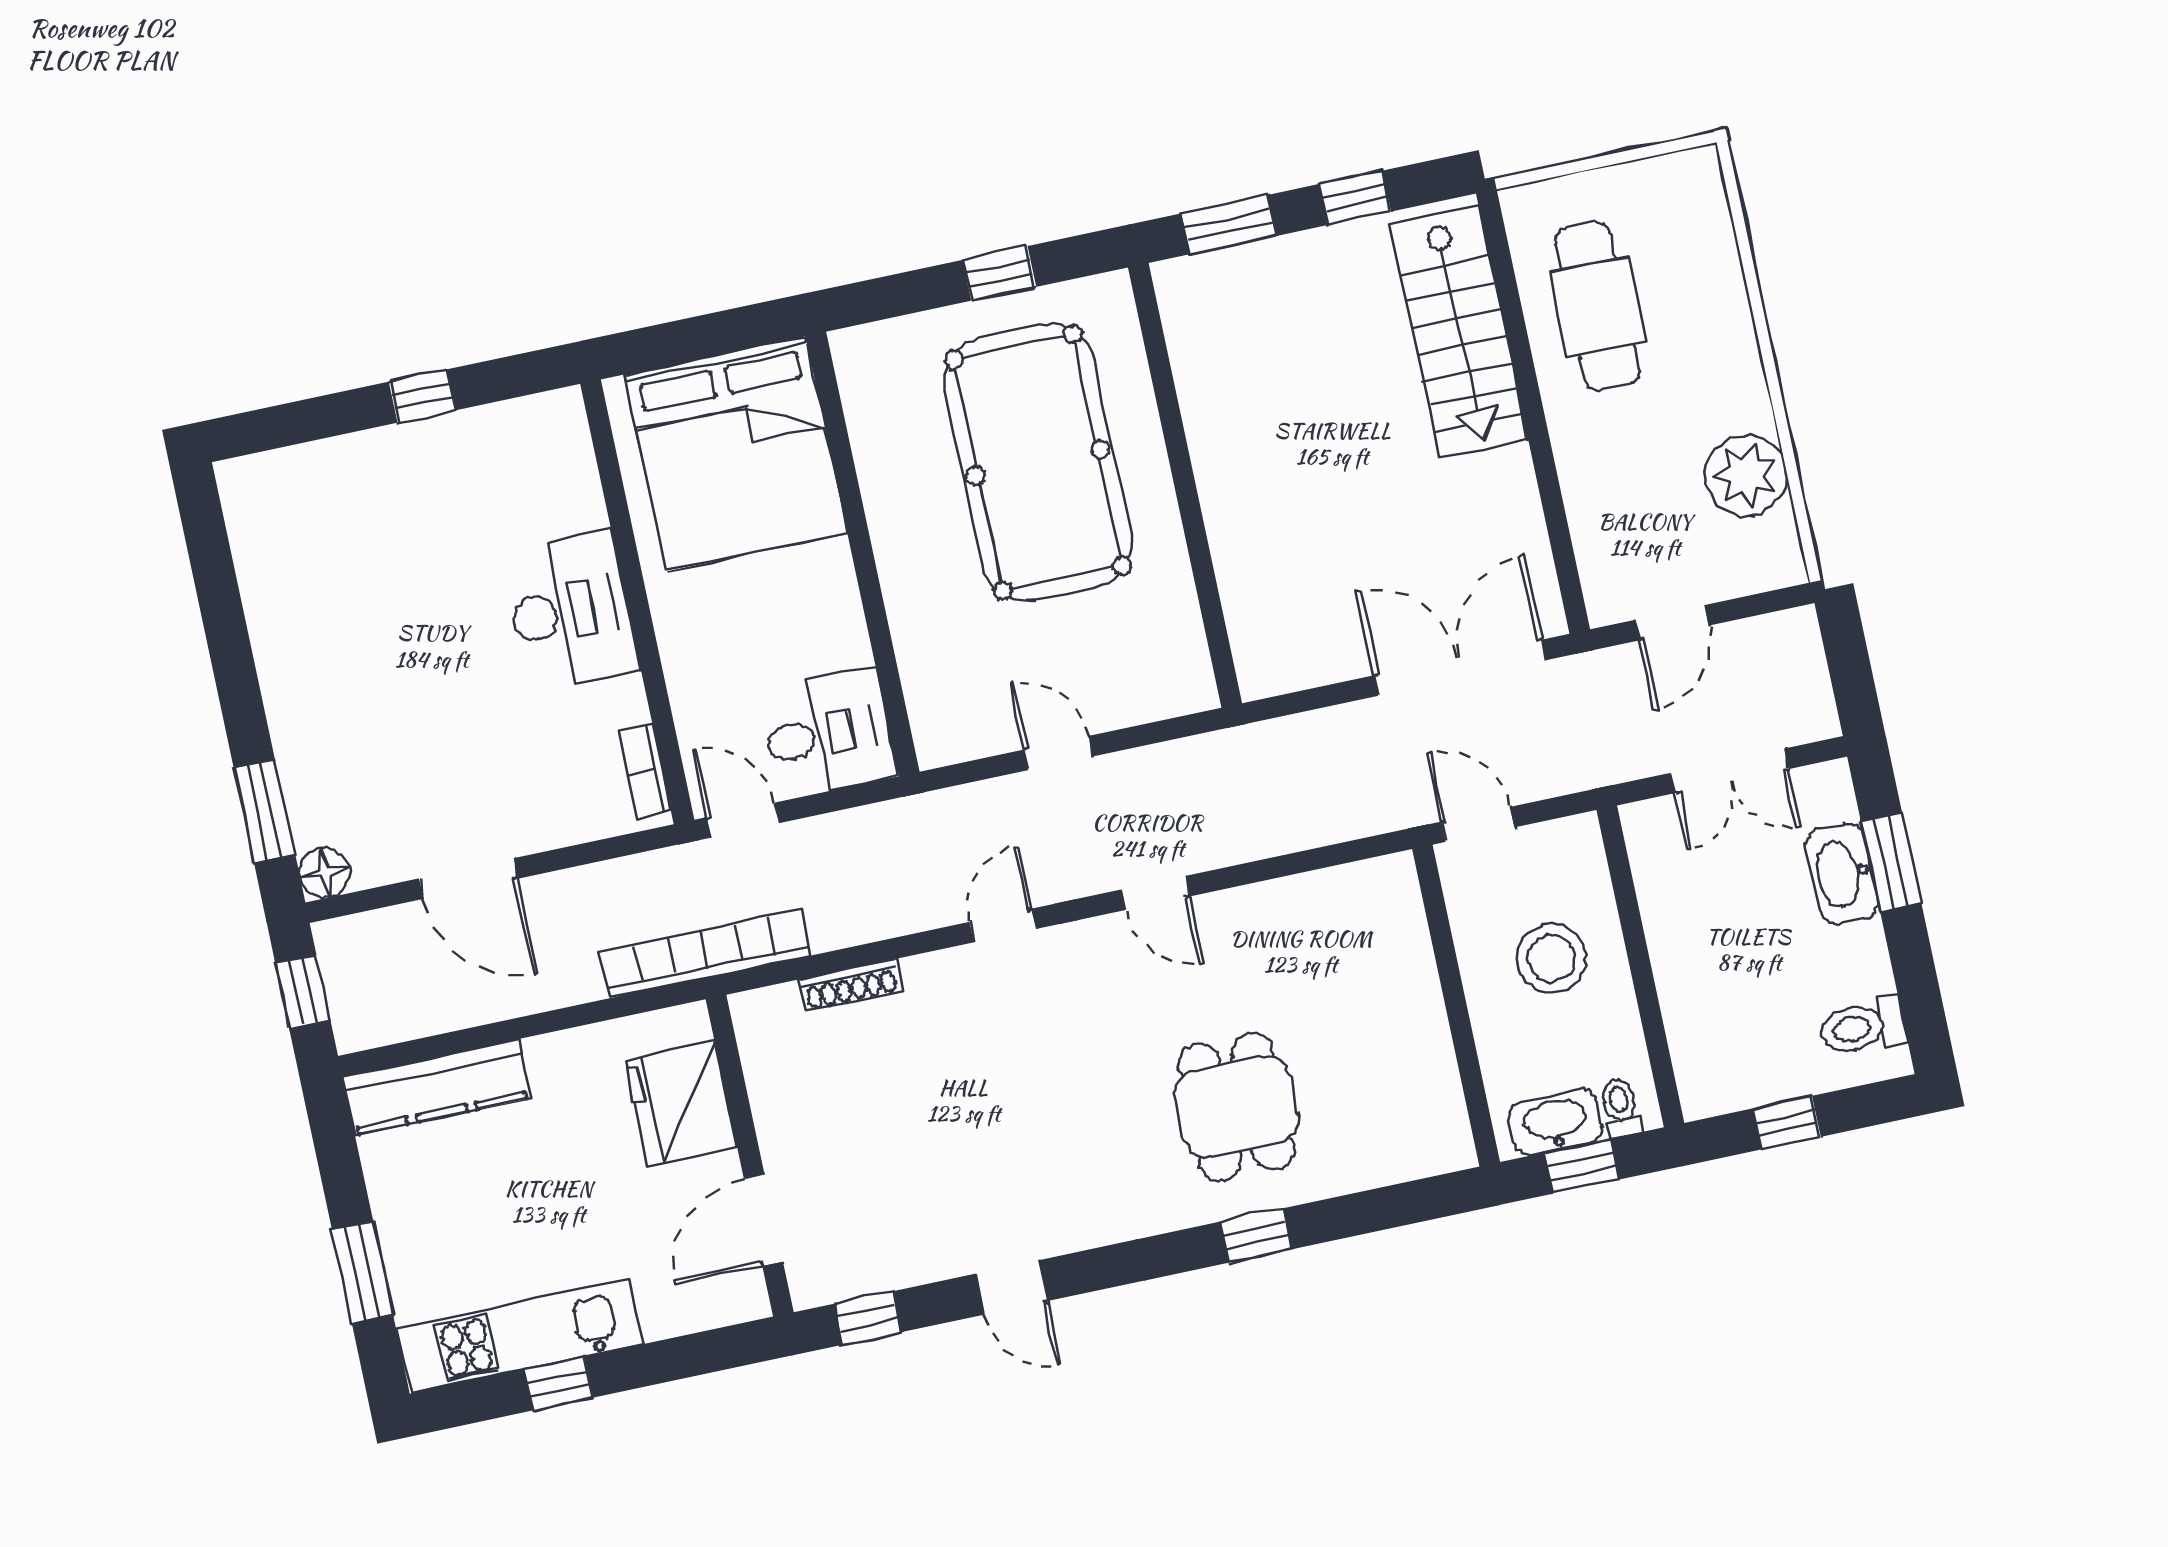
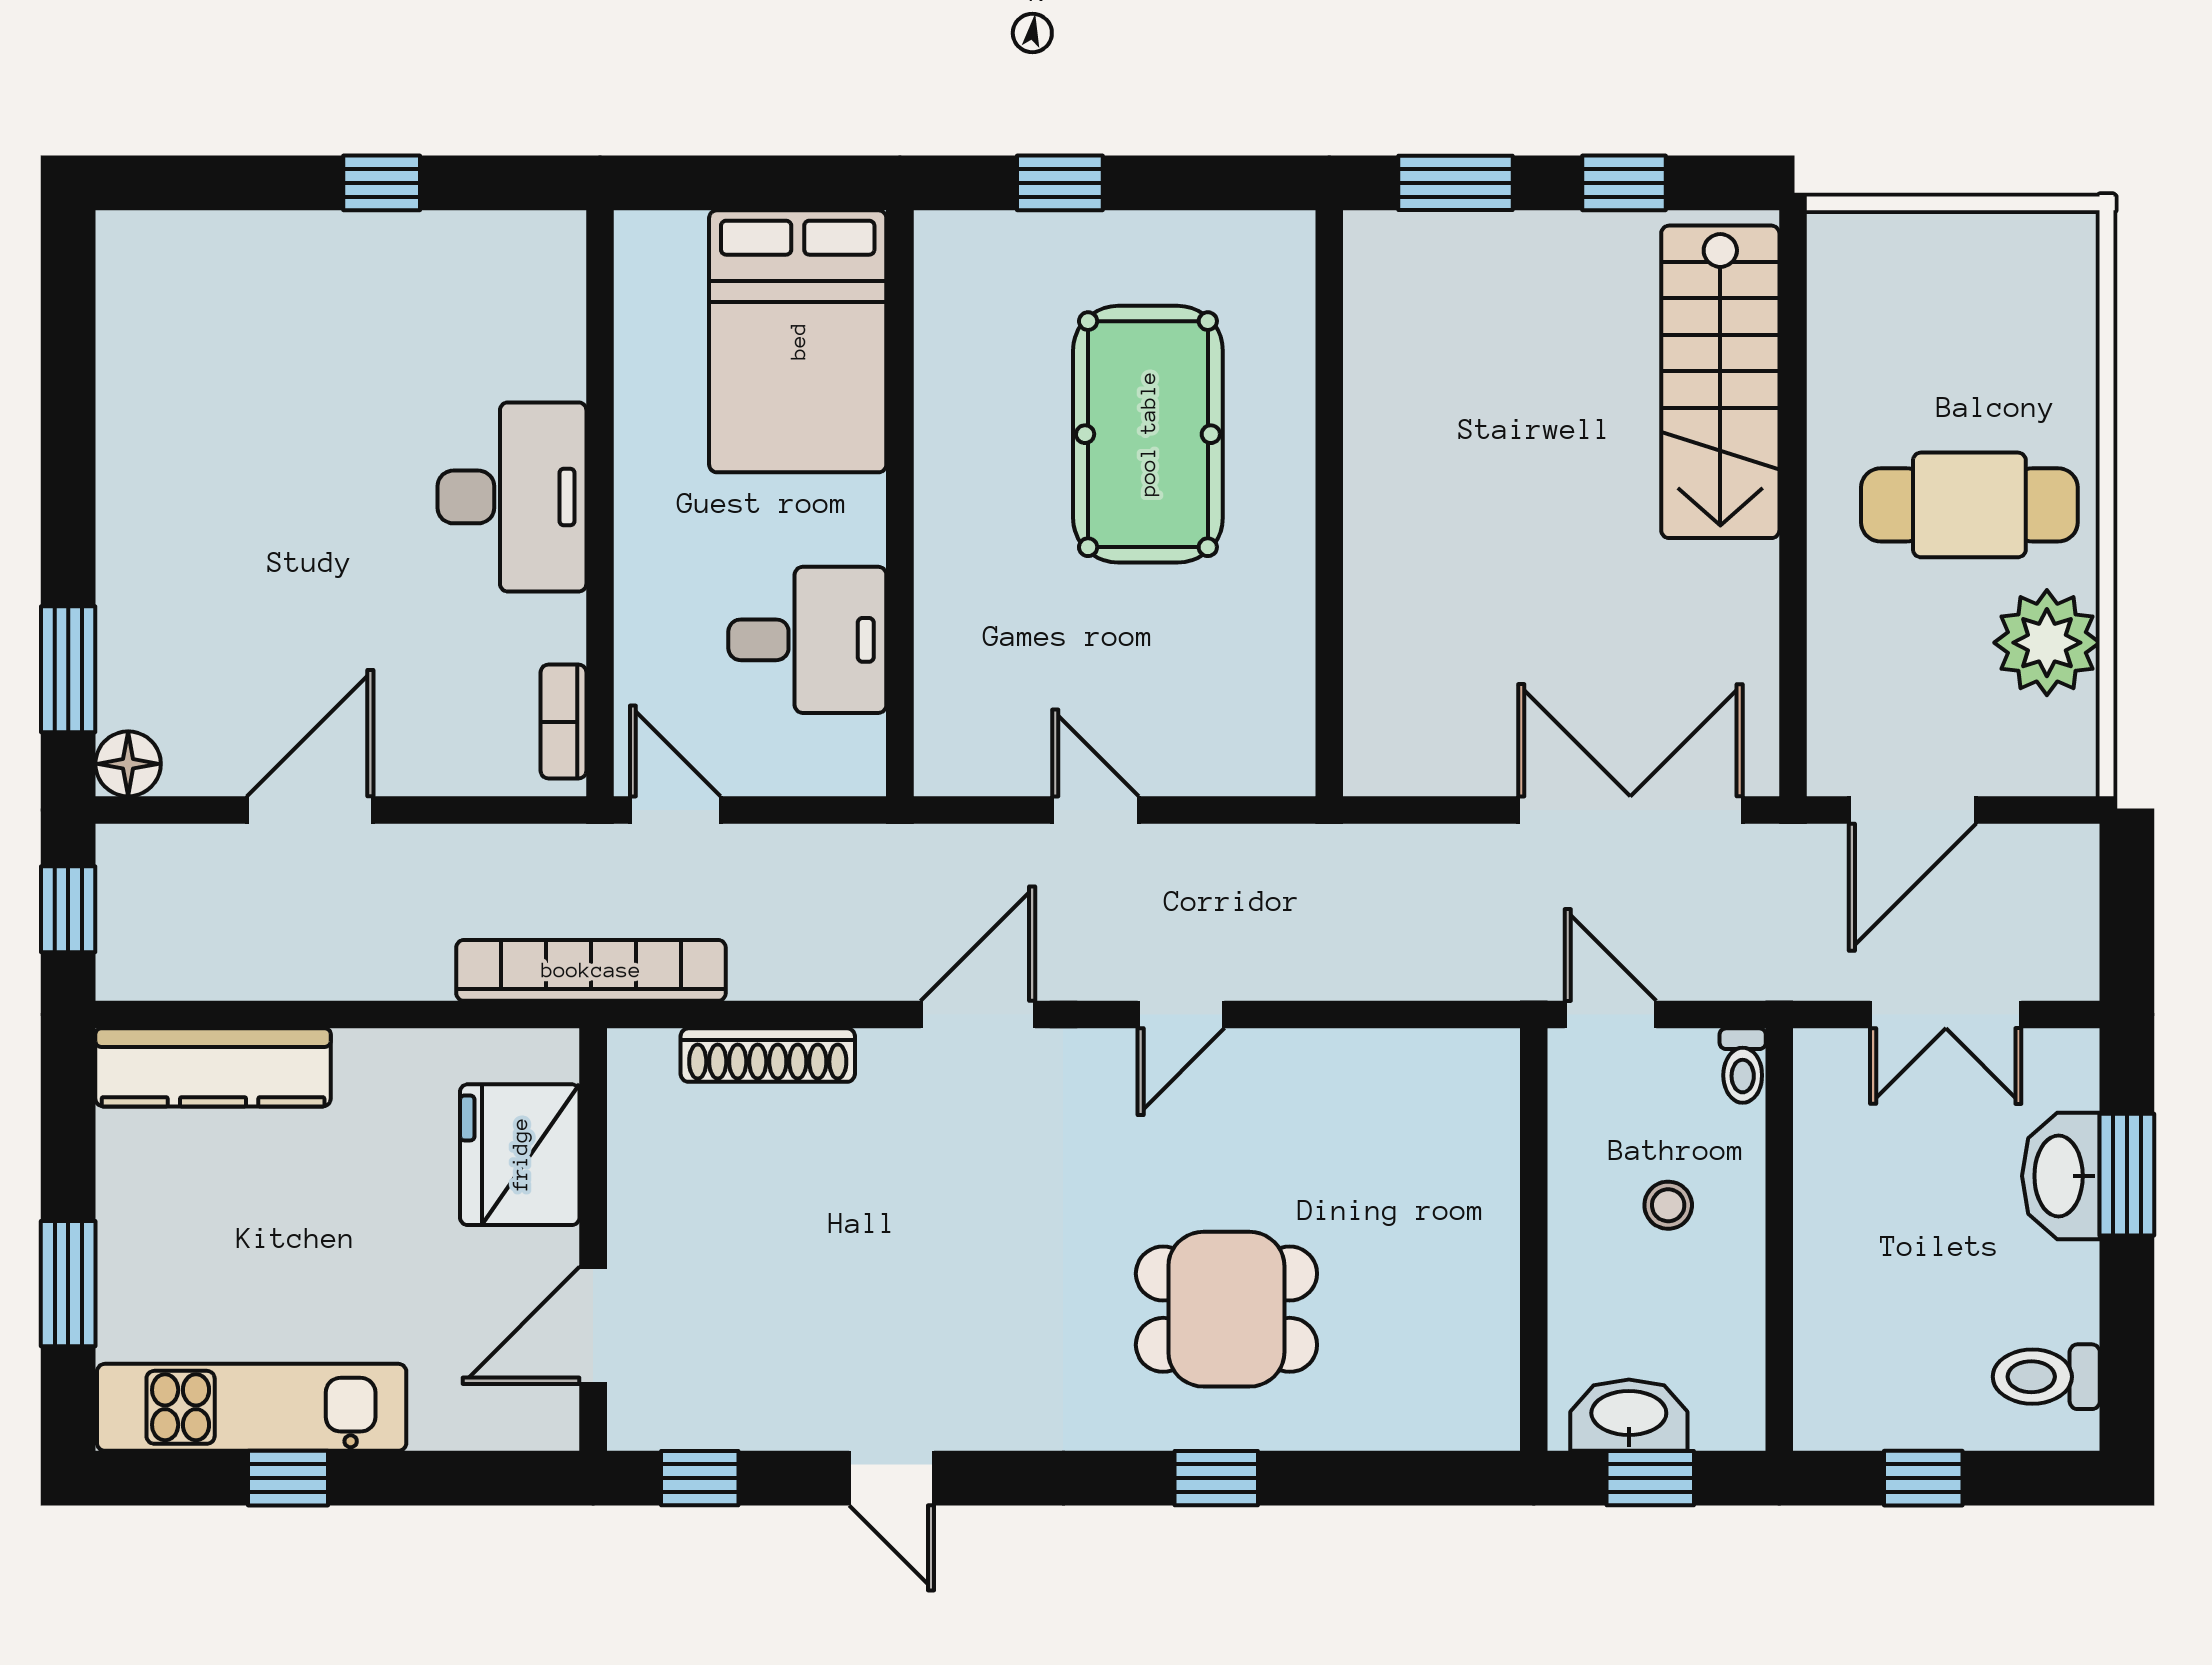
window: (999, 273) -> (1060, 183), moved
cafe table: (1597, 307) -> (1969, 505), moved, turned 90
bed: (736, 454) -> (798, 341), width x0.73
pool table: (1038, 462) -> (1148, 434), width x0.73, depth x0.76
door: (1672, 623) -> (1912, 810), width x1.38
desk: (828, 734) -> (807, 640), moved
door: (469, 878) -> (310, 810), swing flipped
door: (1155, 893) -> (1181, 1015), hinge flipped
door: (1003, 925) -> (978, 1015), width x1.38
stool: (1551, 958) -> (1668, 1205), width x0.53, depth x0.53
shoe rack: (851, 986) -> (768, 1055), width x1.36, depth x1.24
dining table: (1236, 1107) -> (1226, 1309), turned 90
toilet: (1620, 1107) -> (1743, 1066), moved, turned 180

